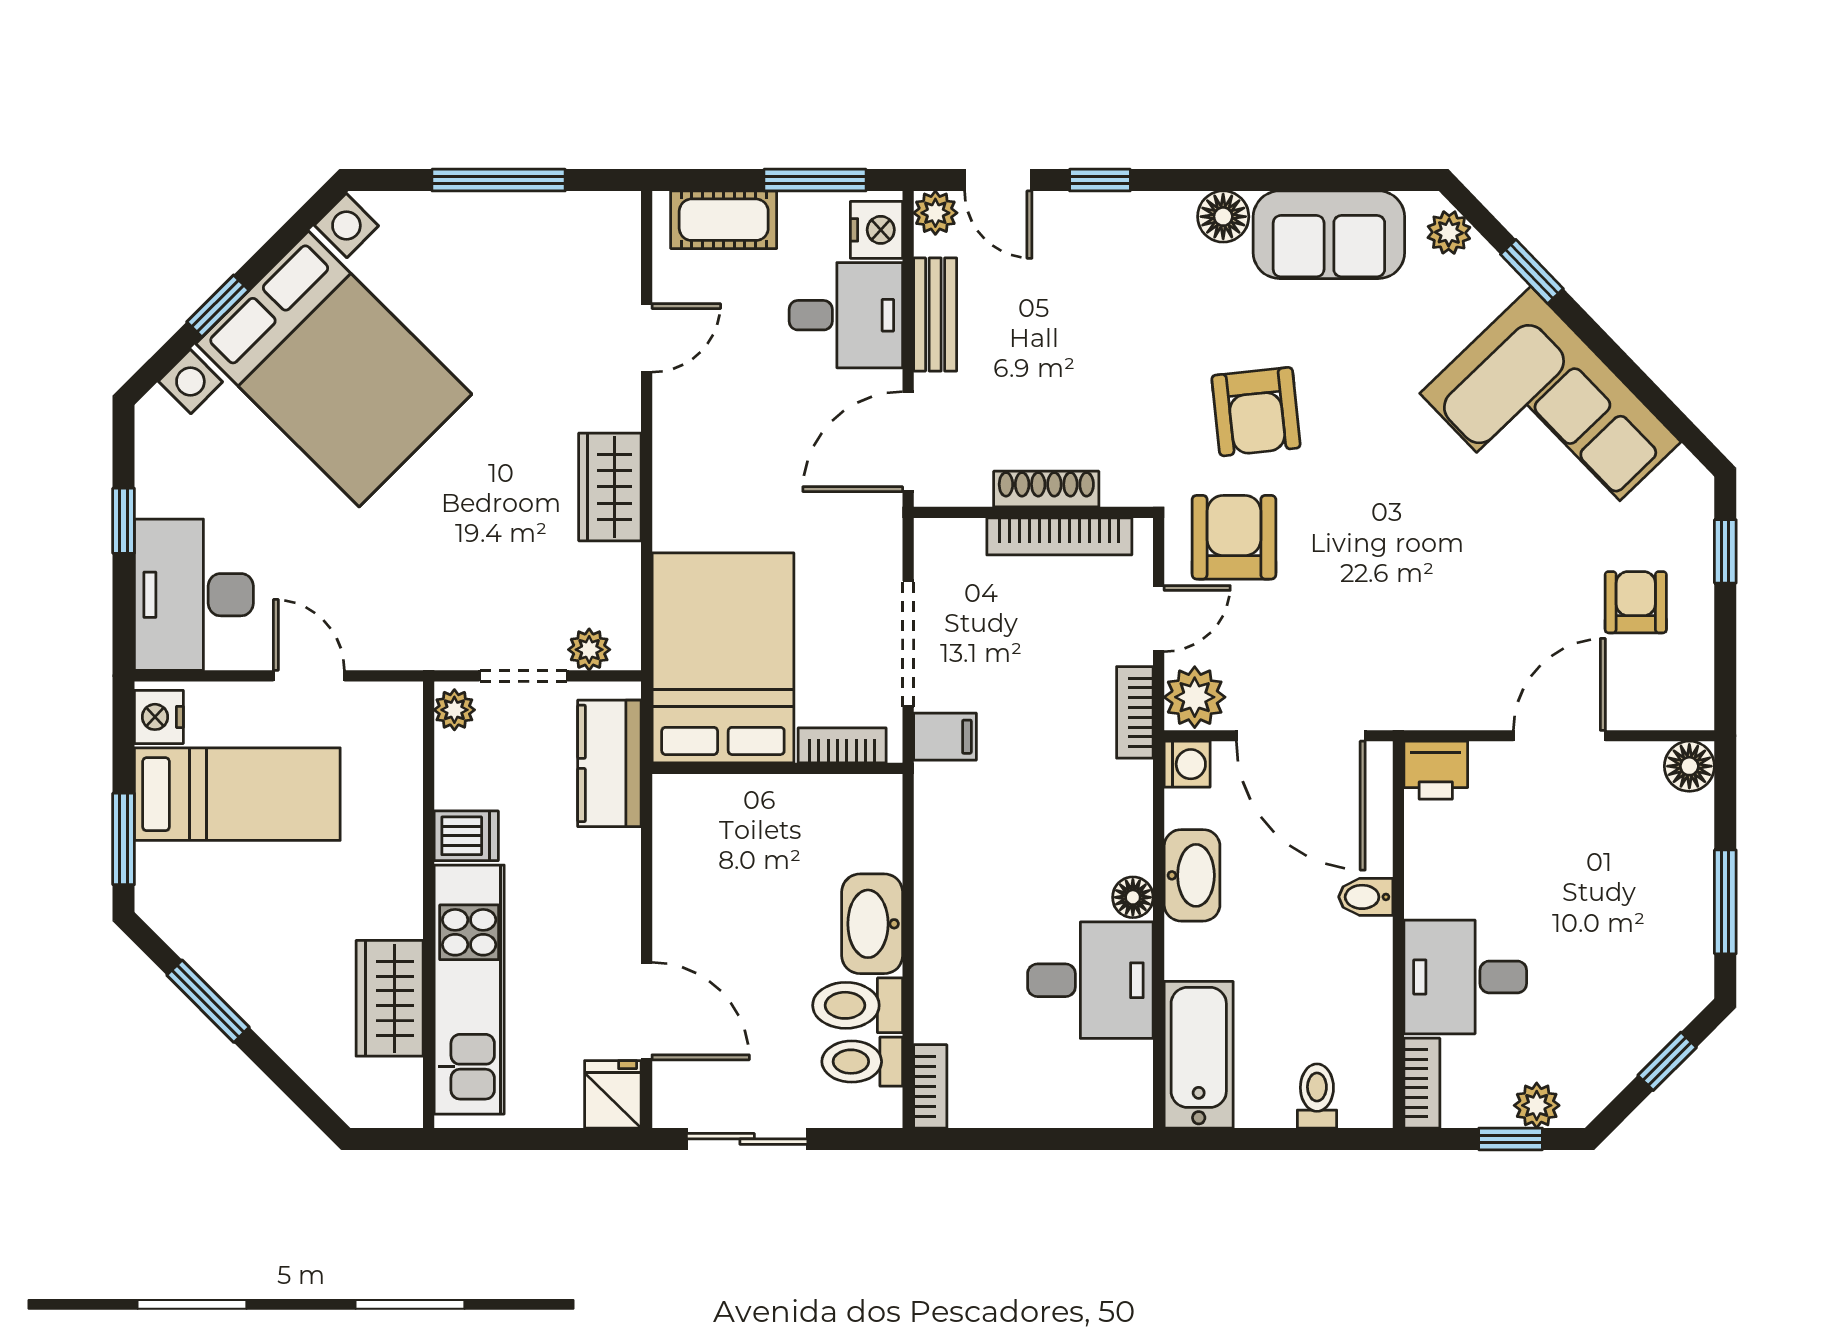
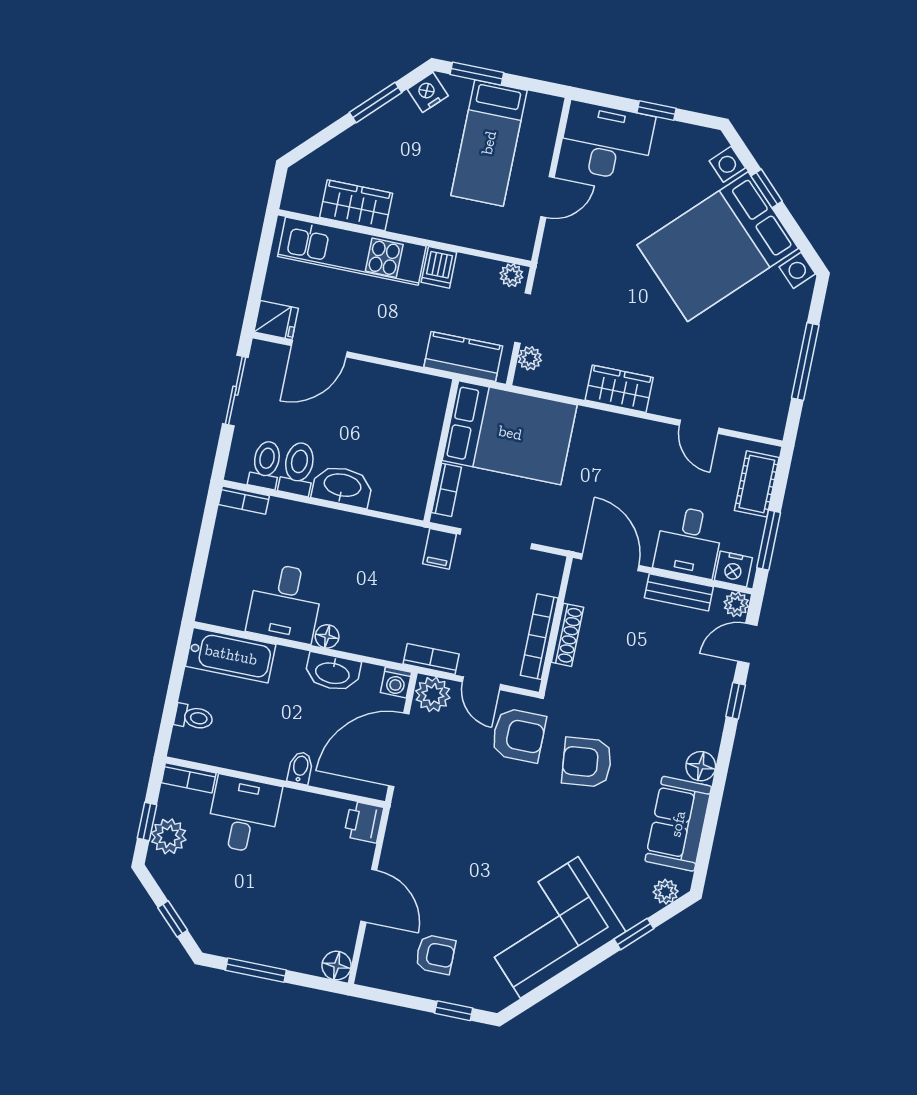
nightstand: (159, 717) -> (428, 92), moved, turned -45
plant: (1537, 1105) -> (169, 836), width x1.38, depth x1.38

